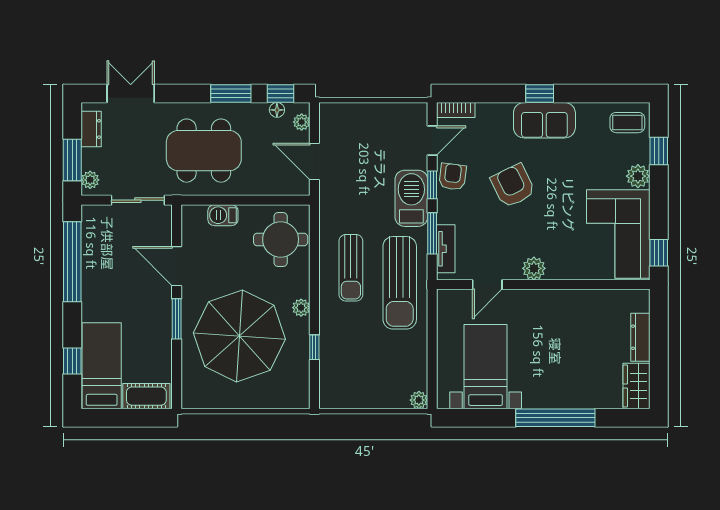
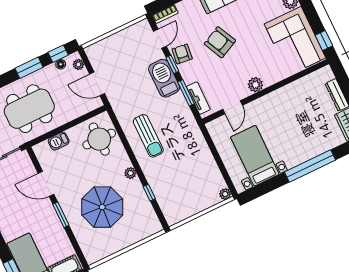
sun lounger: (400, 283) -> (181, 131), removed
parasol: (239, 336) -> (102, 207), width x0.73, depth x0.73

